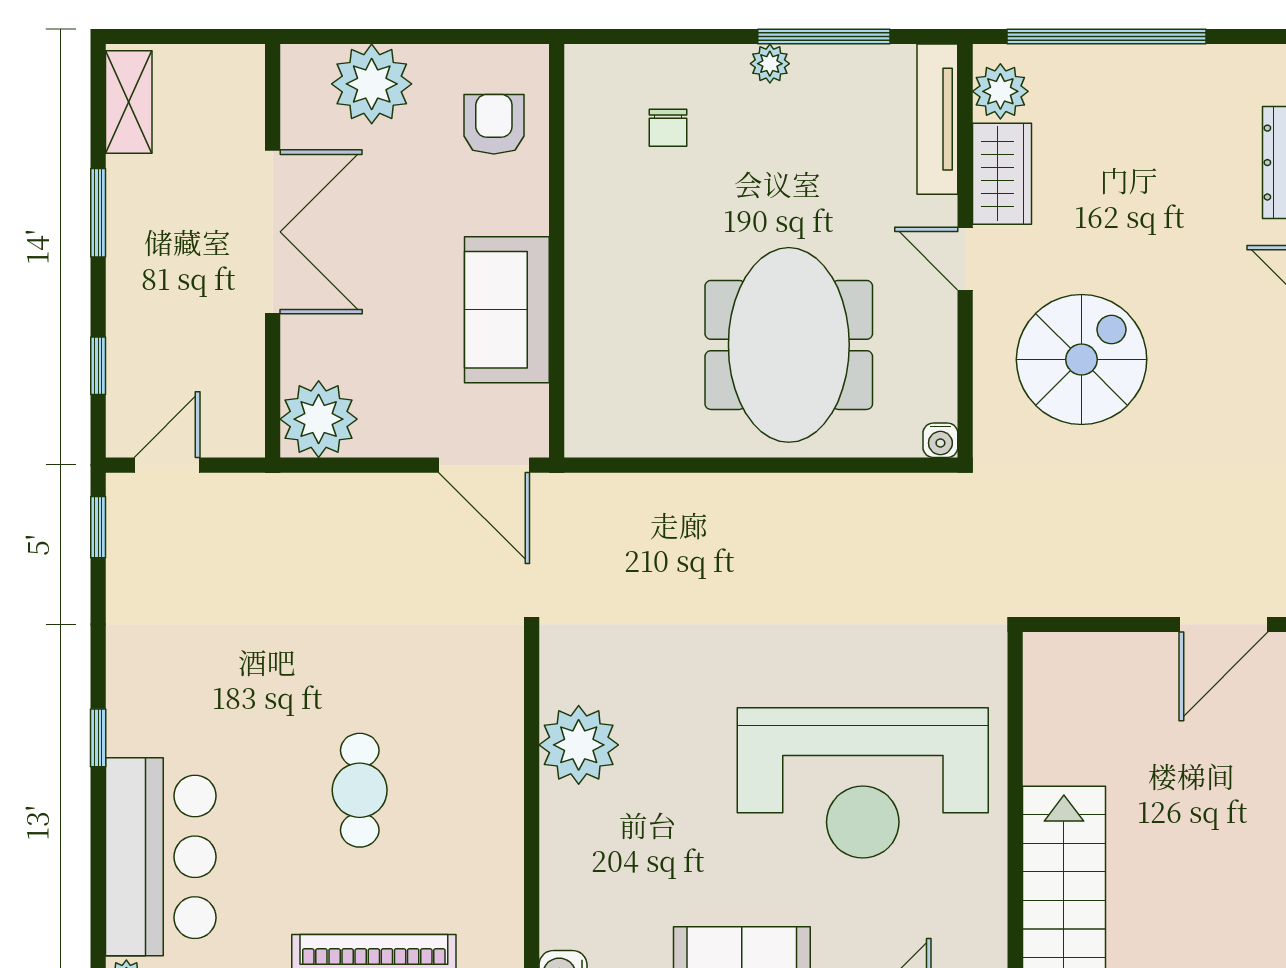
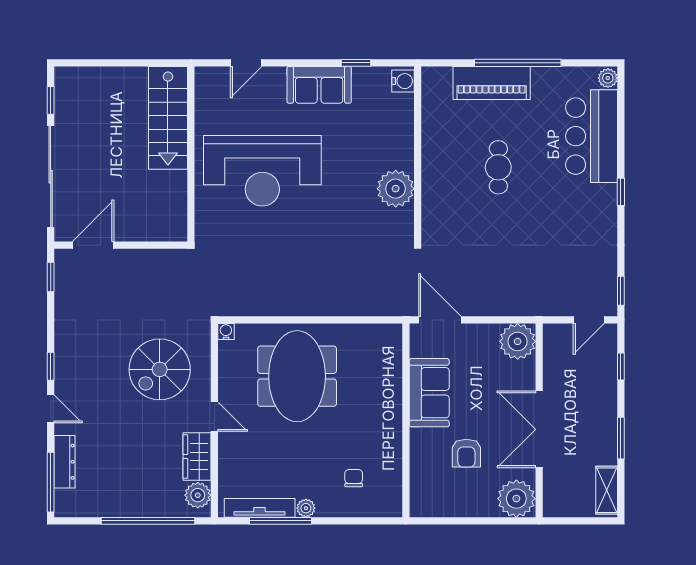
plant: (372, 84) -> (516, 499), moved
tv unit: (937, 119) -> (260, 508), moved, turned -90
armchair: (494, 124) -> (466, 453), moved
reception desk: (863, 783) -> (262, 171), turned 180

